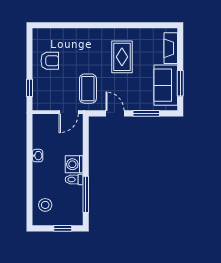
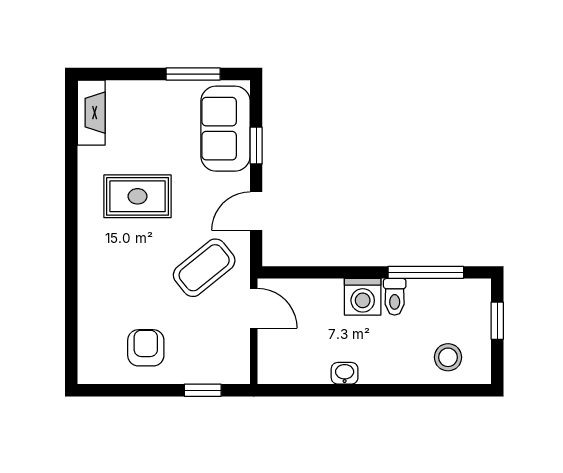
fireplace: (171, 48) -> (91, 113), moved, turned -90
sofa: (166, 85) -> (225, 129), moved, turned 90
coffee table: (88, 89) -> (204, 268), turned -39
window: (146, 113) -> (256, 146), width x0.67

